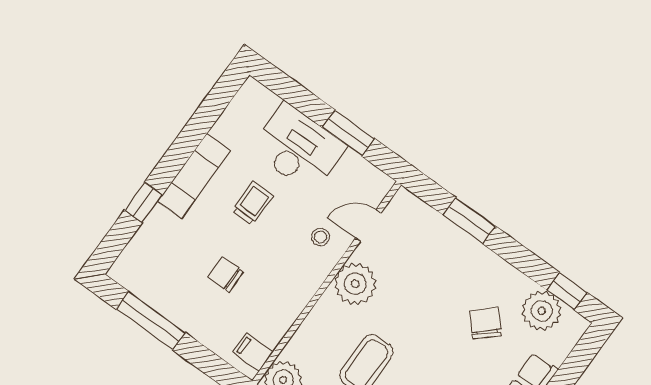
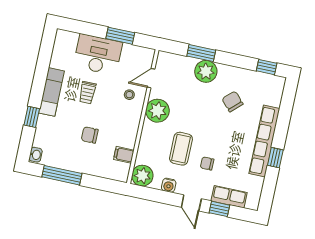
trolley: (253, 203) -> (87, 93), turned 180
washbasin: (122, 268) -> (36, 155), added
plant: (542, 311) -> (206, 71), moved
filing cabinet: (253, 352) -> (124, 155), moved

